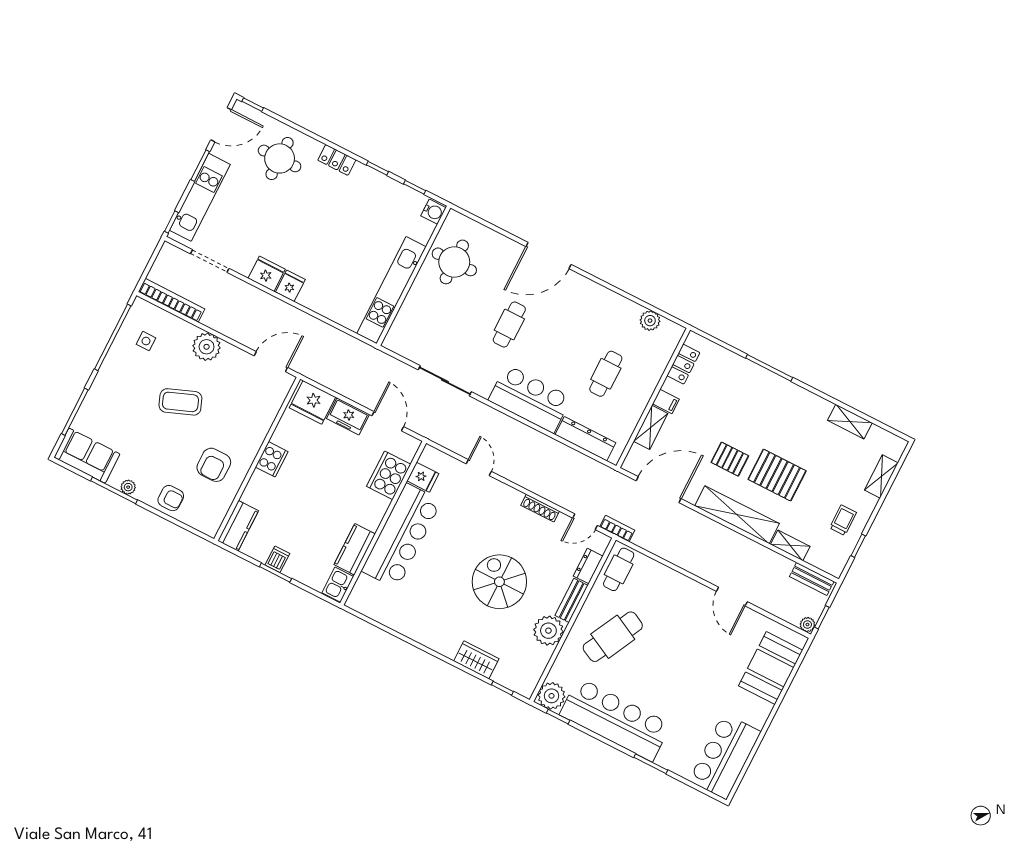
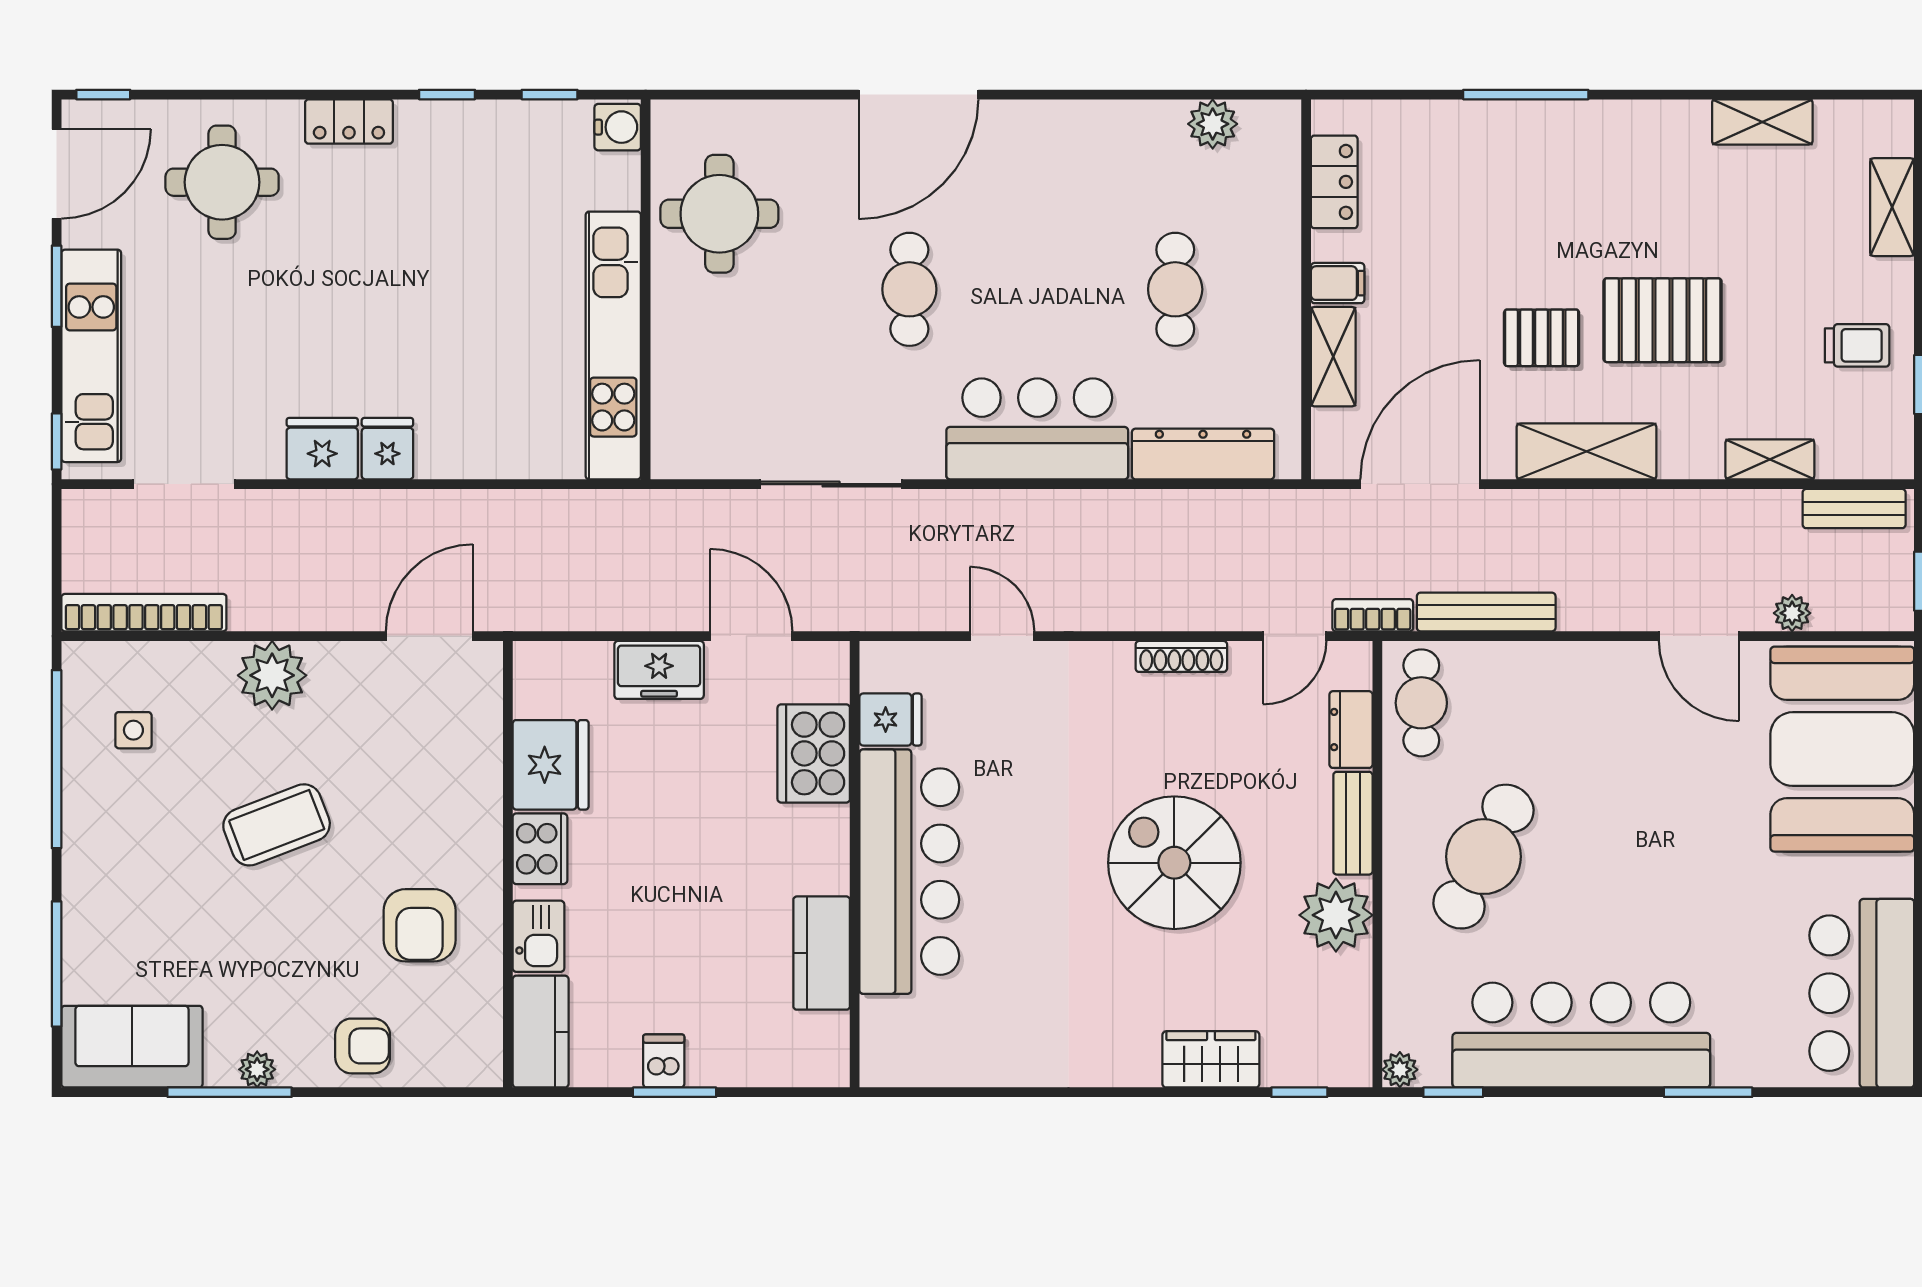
fridge: (312, 402) -> (551, 765), moved, turned -90
shelving: (737, 515) -> (1587, 451), width x0.68
trolley: (843, 520) -> (1857, 345), turned 90
bench: (659, 548) -> (1486, 612), added
kitchen sink: (338, 585) -> (538, 936), moved, turned 180
plant: (807, 625) -> (1792, 613), moved
booth: (771, 668) -> (1842, 749), width x1.36, depth x1.42
plant: (552, 696) -> (1400, 1070), width x0.53, depth x0.53

